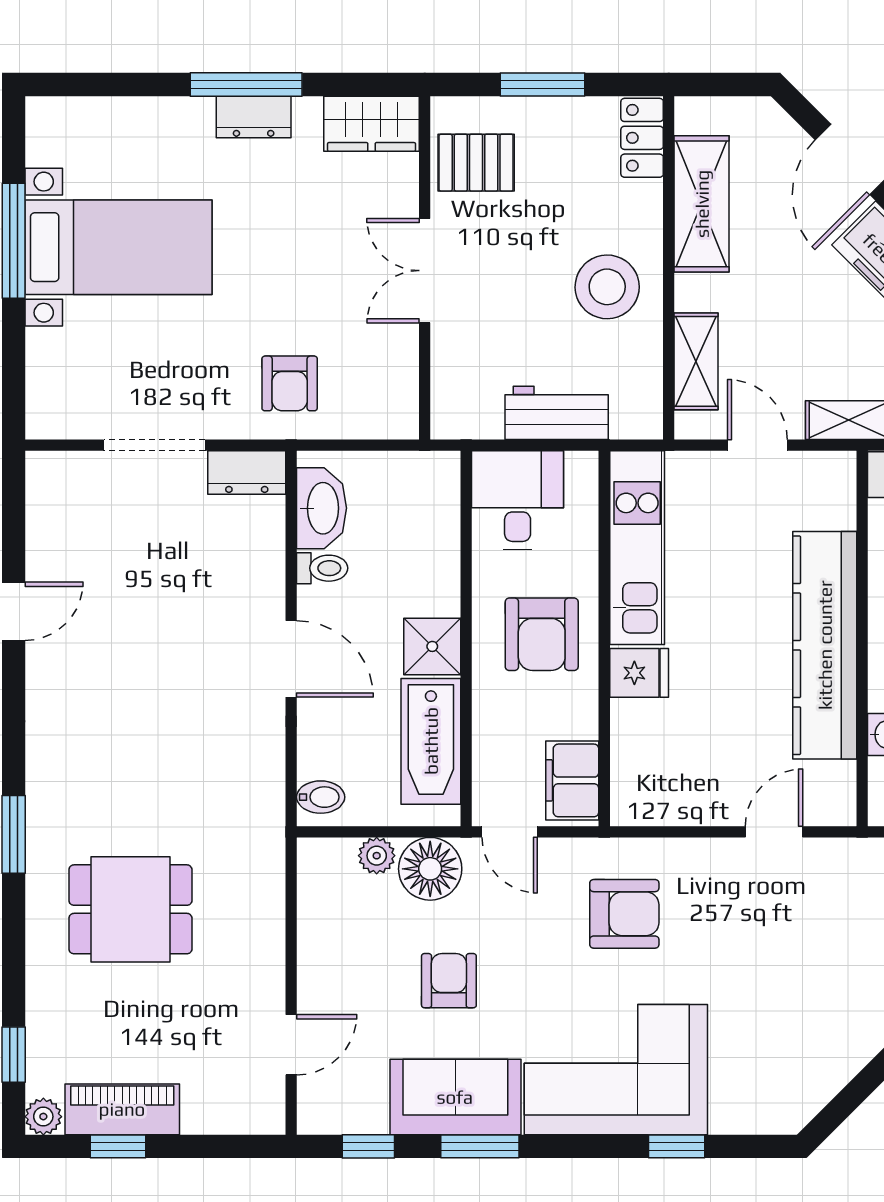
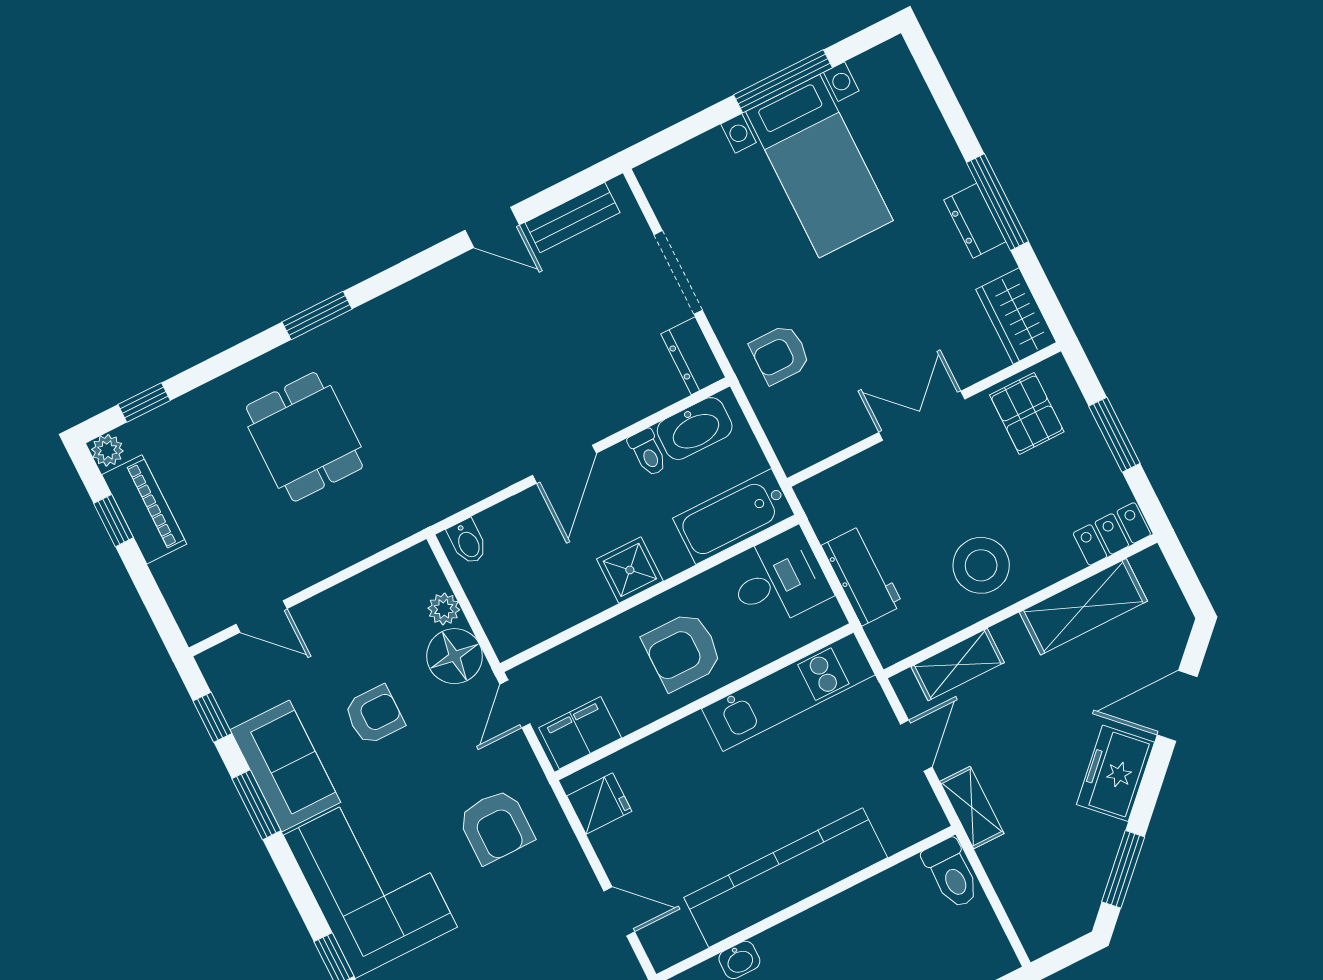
bench: (44, 525) -> (572, 218), added
fridge: (639, 673) -> (599, 804), moved, turned -90
bathtub: (431, 741) -> (734, 516), moved

